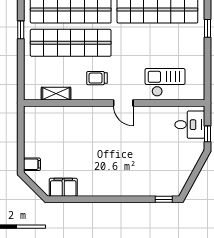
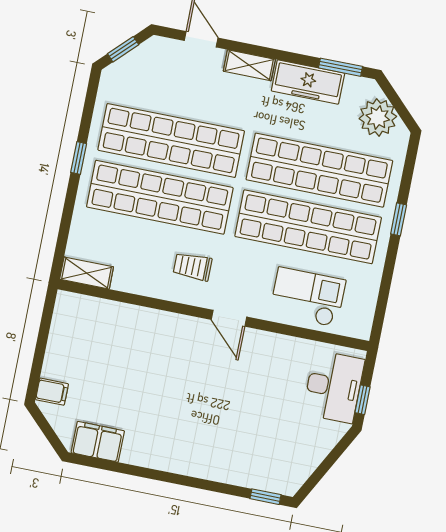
shop shelf: (157, 43) -> (308, 227), added
shelving: (56, 94) -> (87, 273), moved
desk: (190, 125) -> (334, 387), width x1.37

